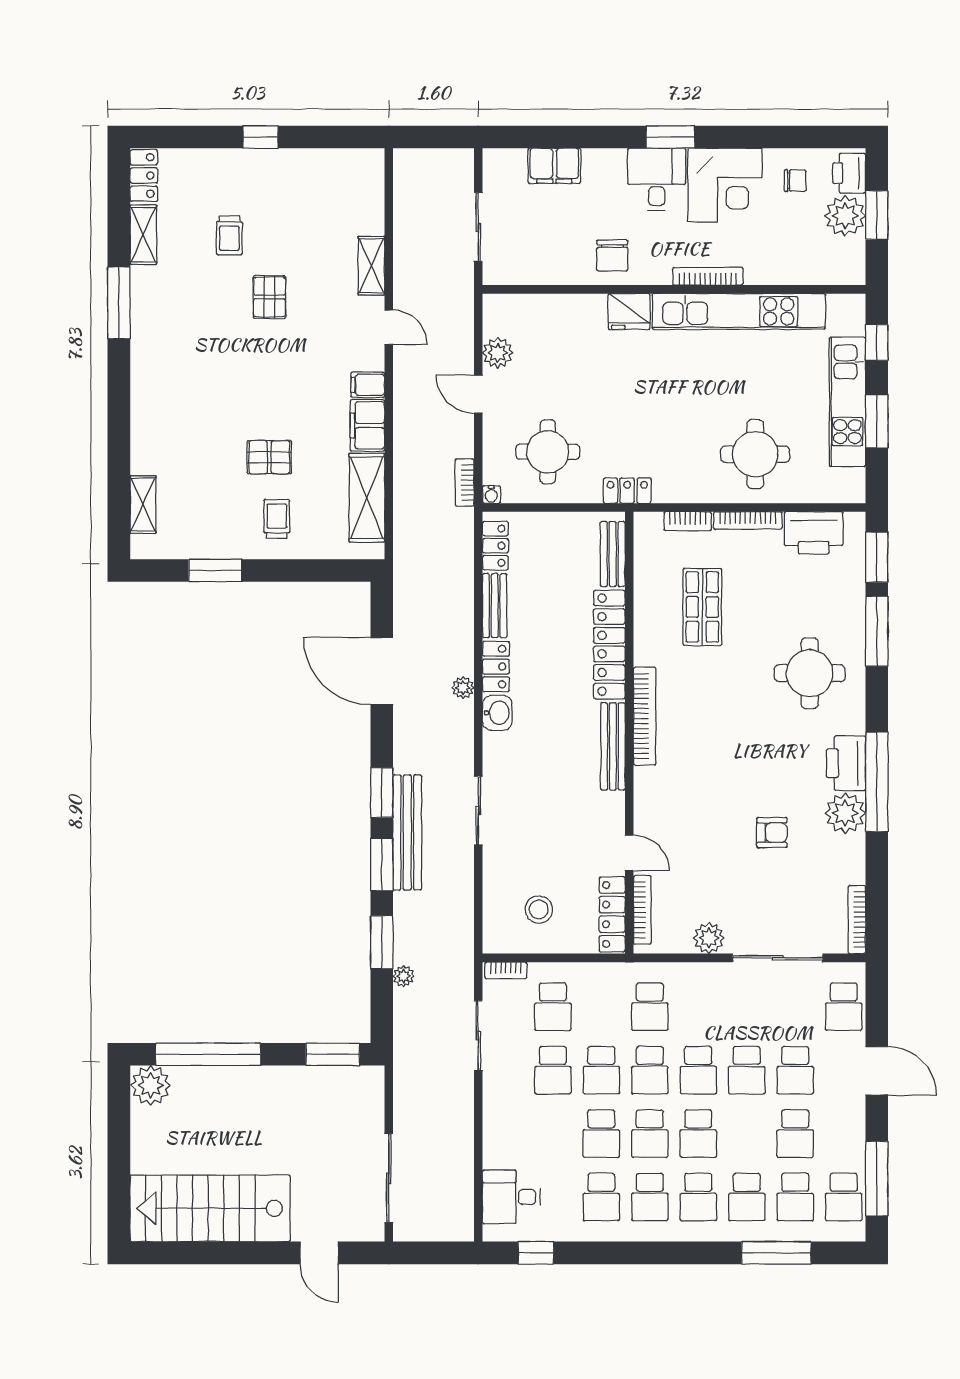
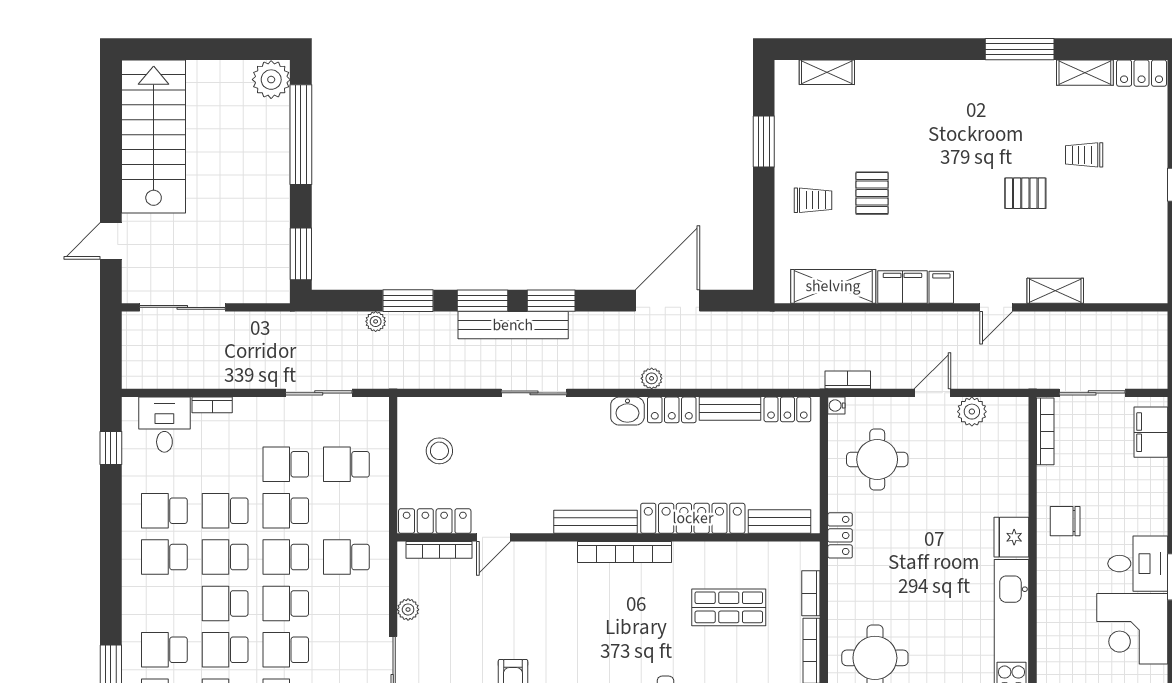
filing cabinet: (554, 166) -> (1151, 432), moved
bookcase: (708, 276) -> (1045, 431), moved
plant: (709, 938) -> (408, 610), width x0.73, depth x0.73
bookcase: (506, 970) -> (212, 405), moved, turned -90
school desk: (698, 1197) -> (225, 650), moved

